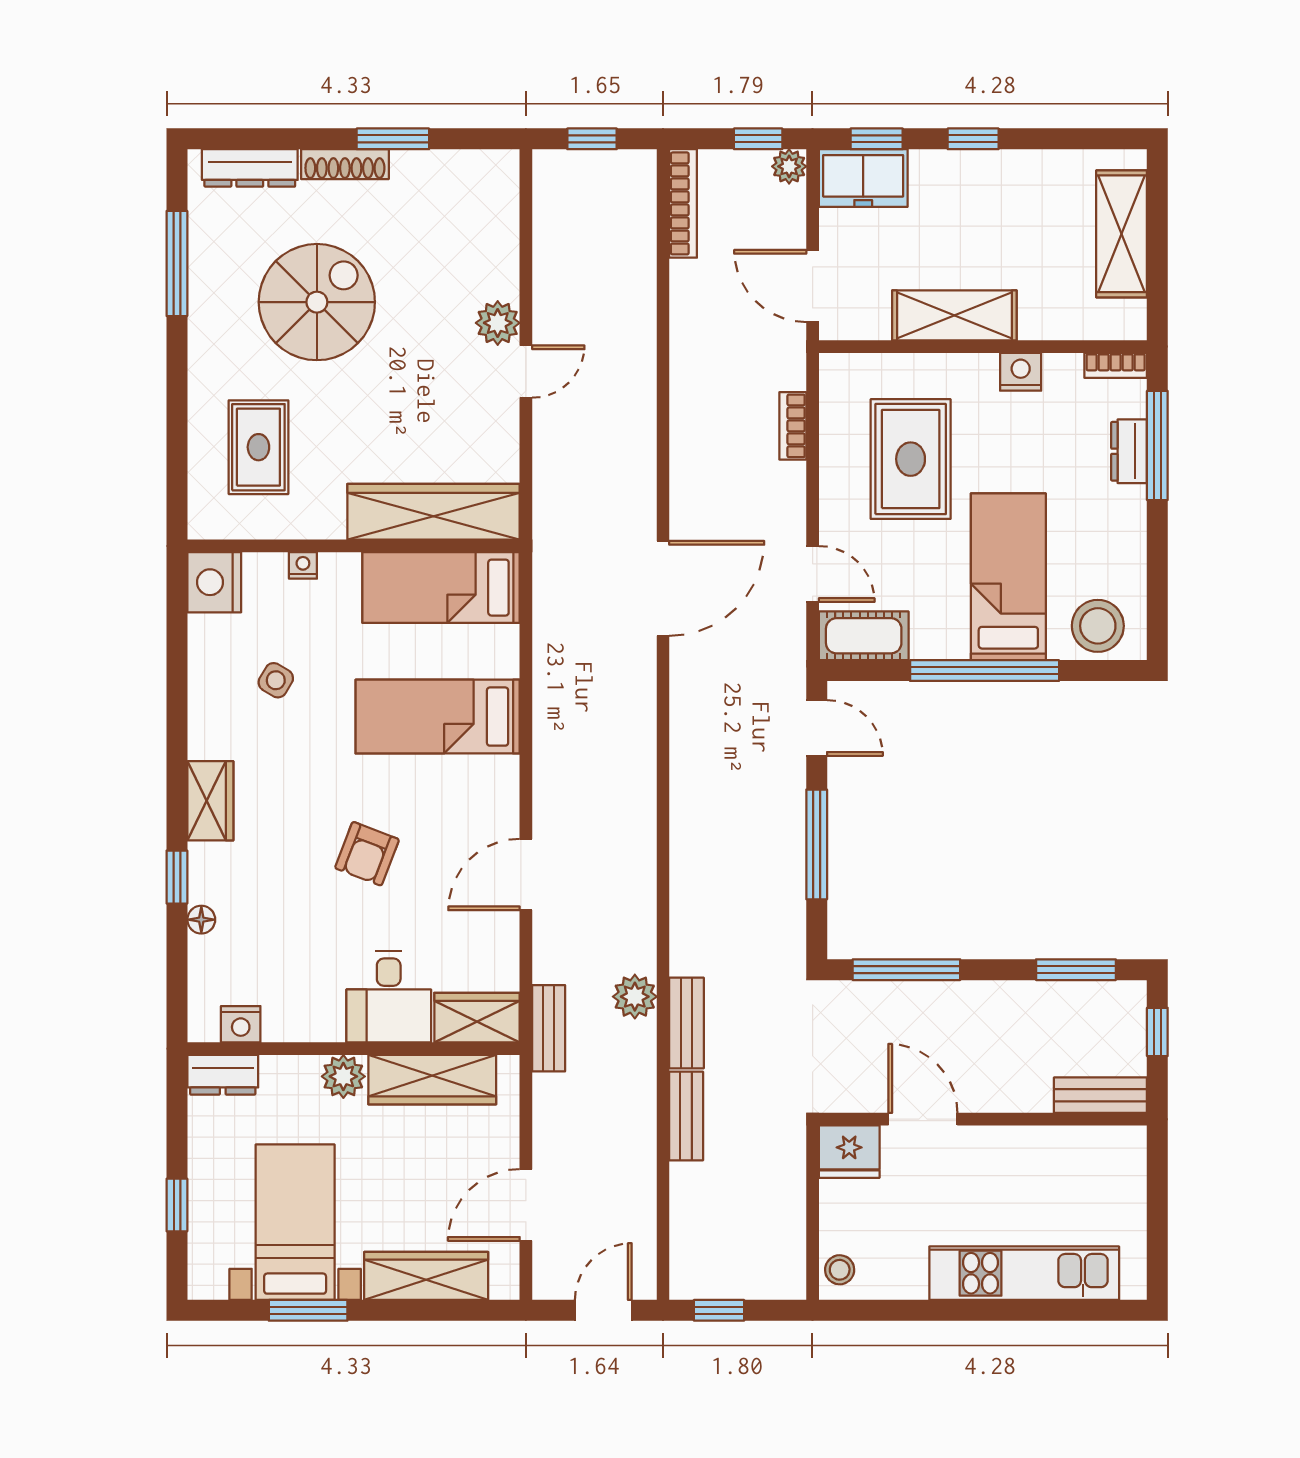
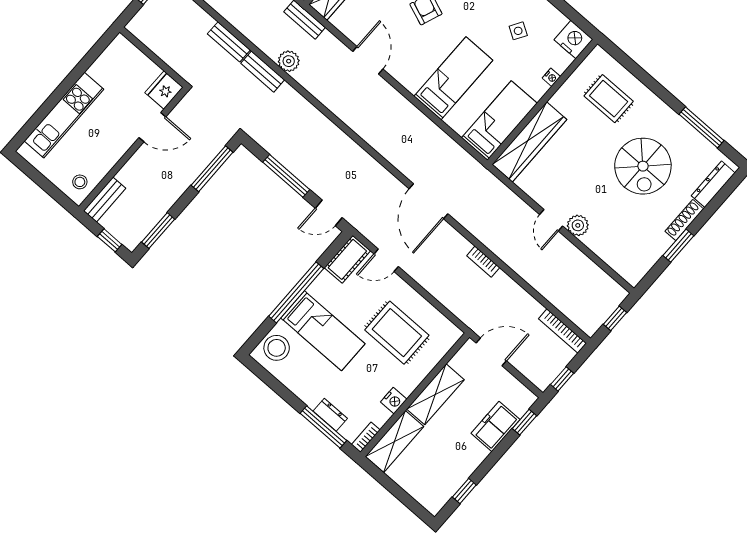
window: (973, 139) -> (464, 491), moved
plant: (789, 166) -> (542, 381), removed
freezer: (863, 178) -> (495, 426), moved
shelving: (1122, 234) -> (394, 442), moved, turned 90
bookcase: (793, 426) -> (483, 262), moved, turned 180
stool: (840, 1270) -> (80, 182), moved

